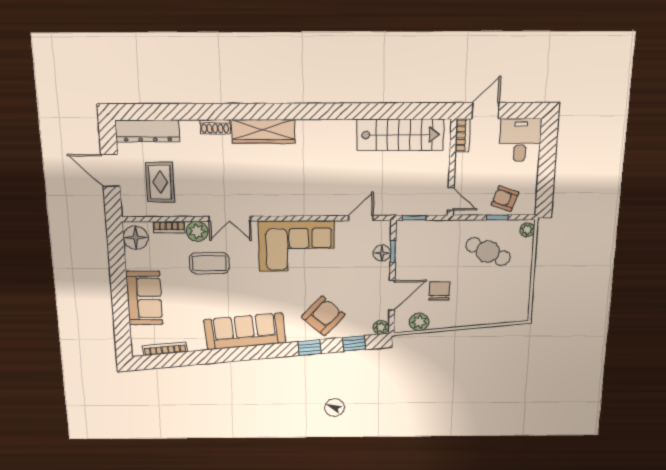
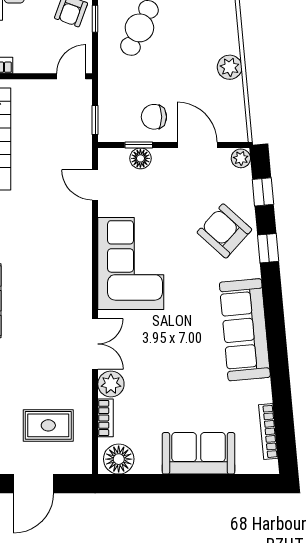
coffee table: (209, 263) -> (153, 371), removed
chair: (439, 291) -> (154, 117), moved
plant: (419, 322) -> (230, 67), moved

